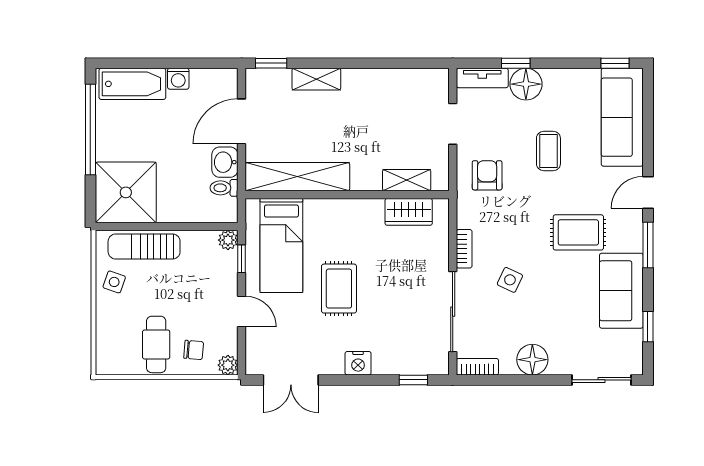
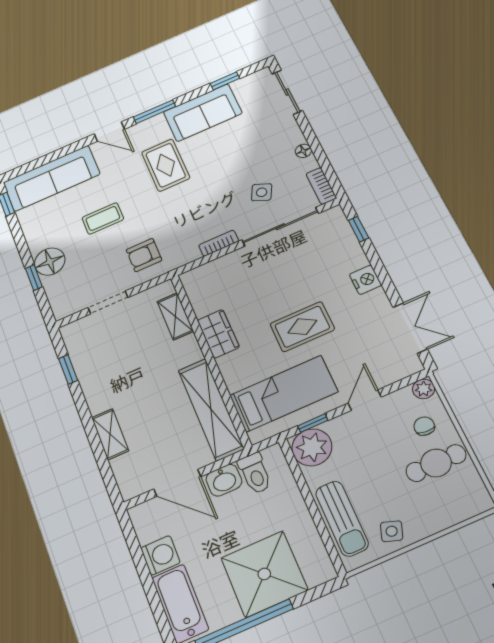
window: (271, 63) -> (68, 369), moved
tv unit: (482, 78) -> (57, 298), removed
washing machine: (178, 79) -> (160, 555), width x1.38, depth x1.38
toilet: (224, 188) -> (255, 473), width x1.37, depth x1.39
shower: (126, 192) -> (264, 574), moved
wardrobe: (409, 212) -> (218, 334), moved
plant: (228, 240) -> (312, 447), width x1.88, depth x1.88
side table: (510, 280) -> (262, 192), moved
floor lamp: (532, 360) -> (303, 151), width x0.53, depth x0.53

